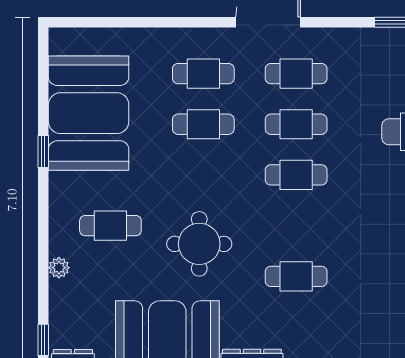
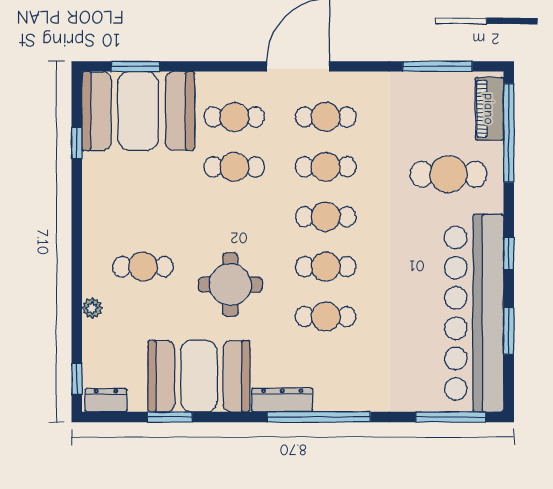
window: (103, 22) -> (135, 66), added
booth: (89, 113) -> (138, 111), moved, turned 90
window: (43, 151) -> (77, 143), moved
cafe table: (296, 226) -> (326, 267), added

